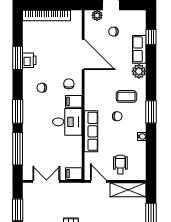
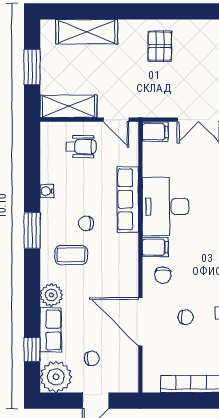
plant: (97, 15) -> (56, 377), moved, width x1.87, depth x1.87
chair: (42, 88) -> (186, 317), moved
desk: (67, 122) -> (166, 206), width x1.37
wheelchair: (120, 164) -> (81, 147), turned -90

